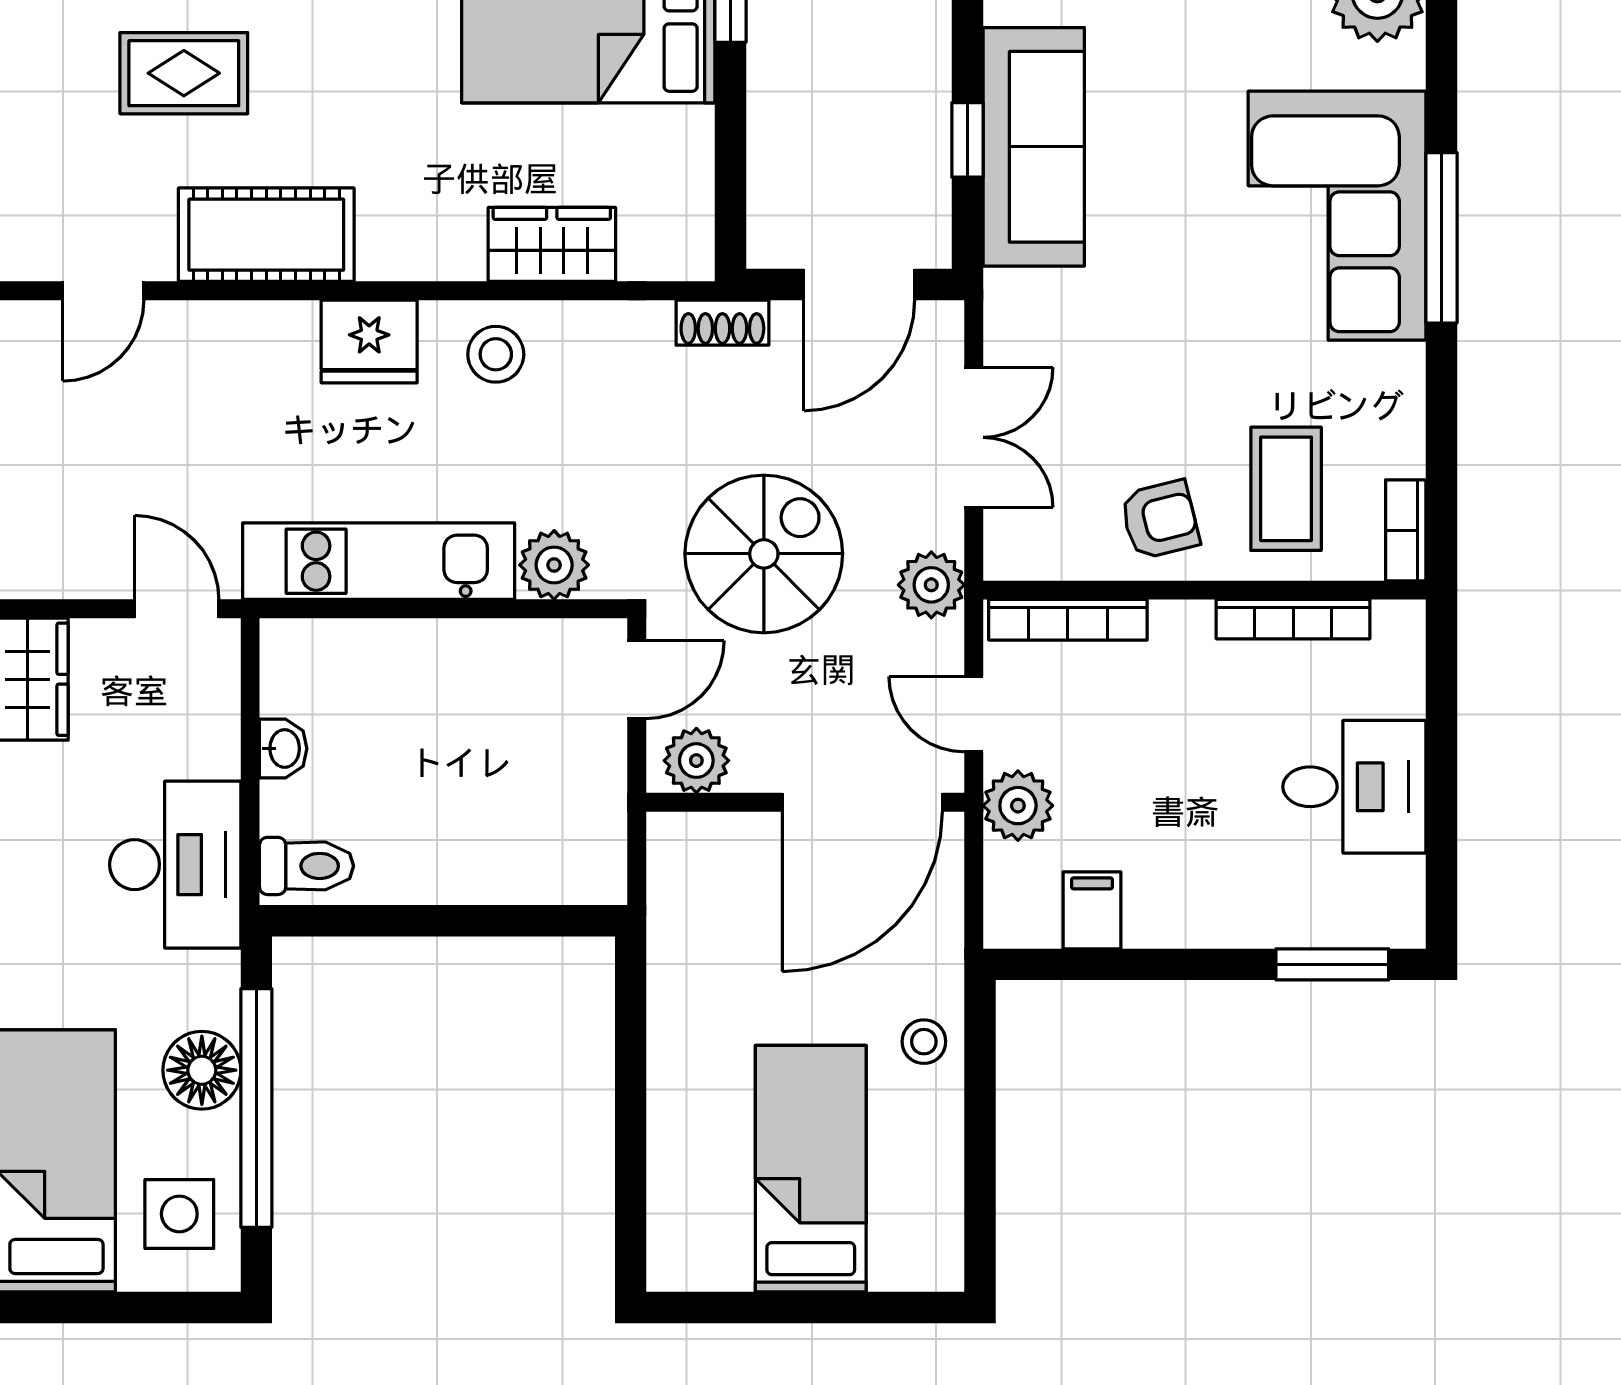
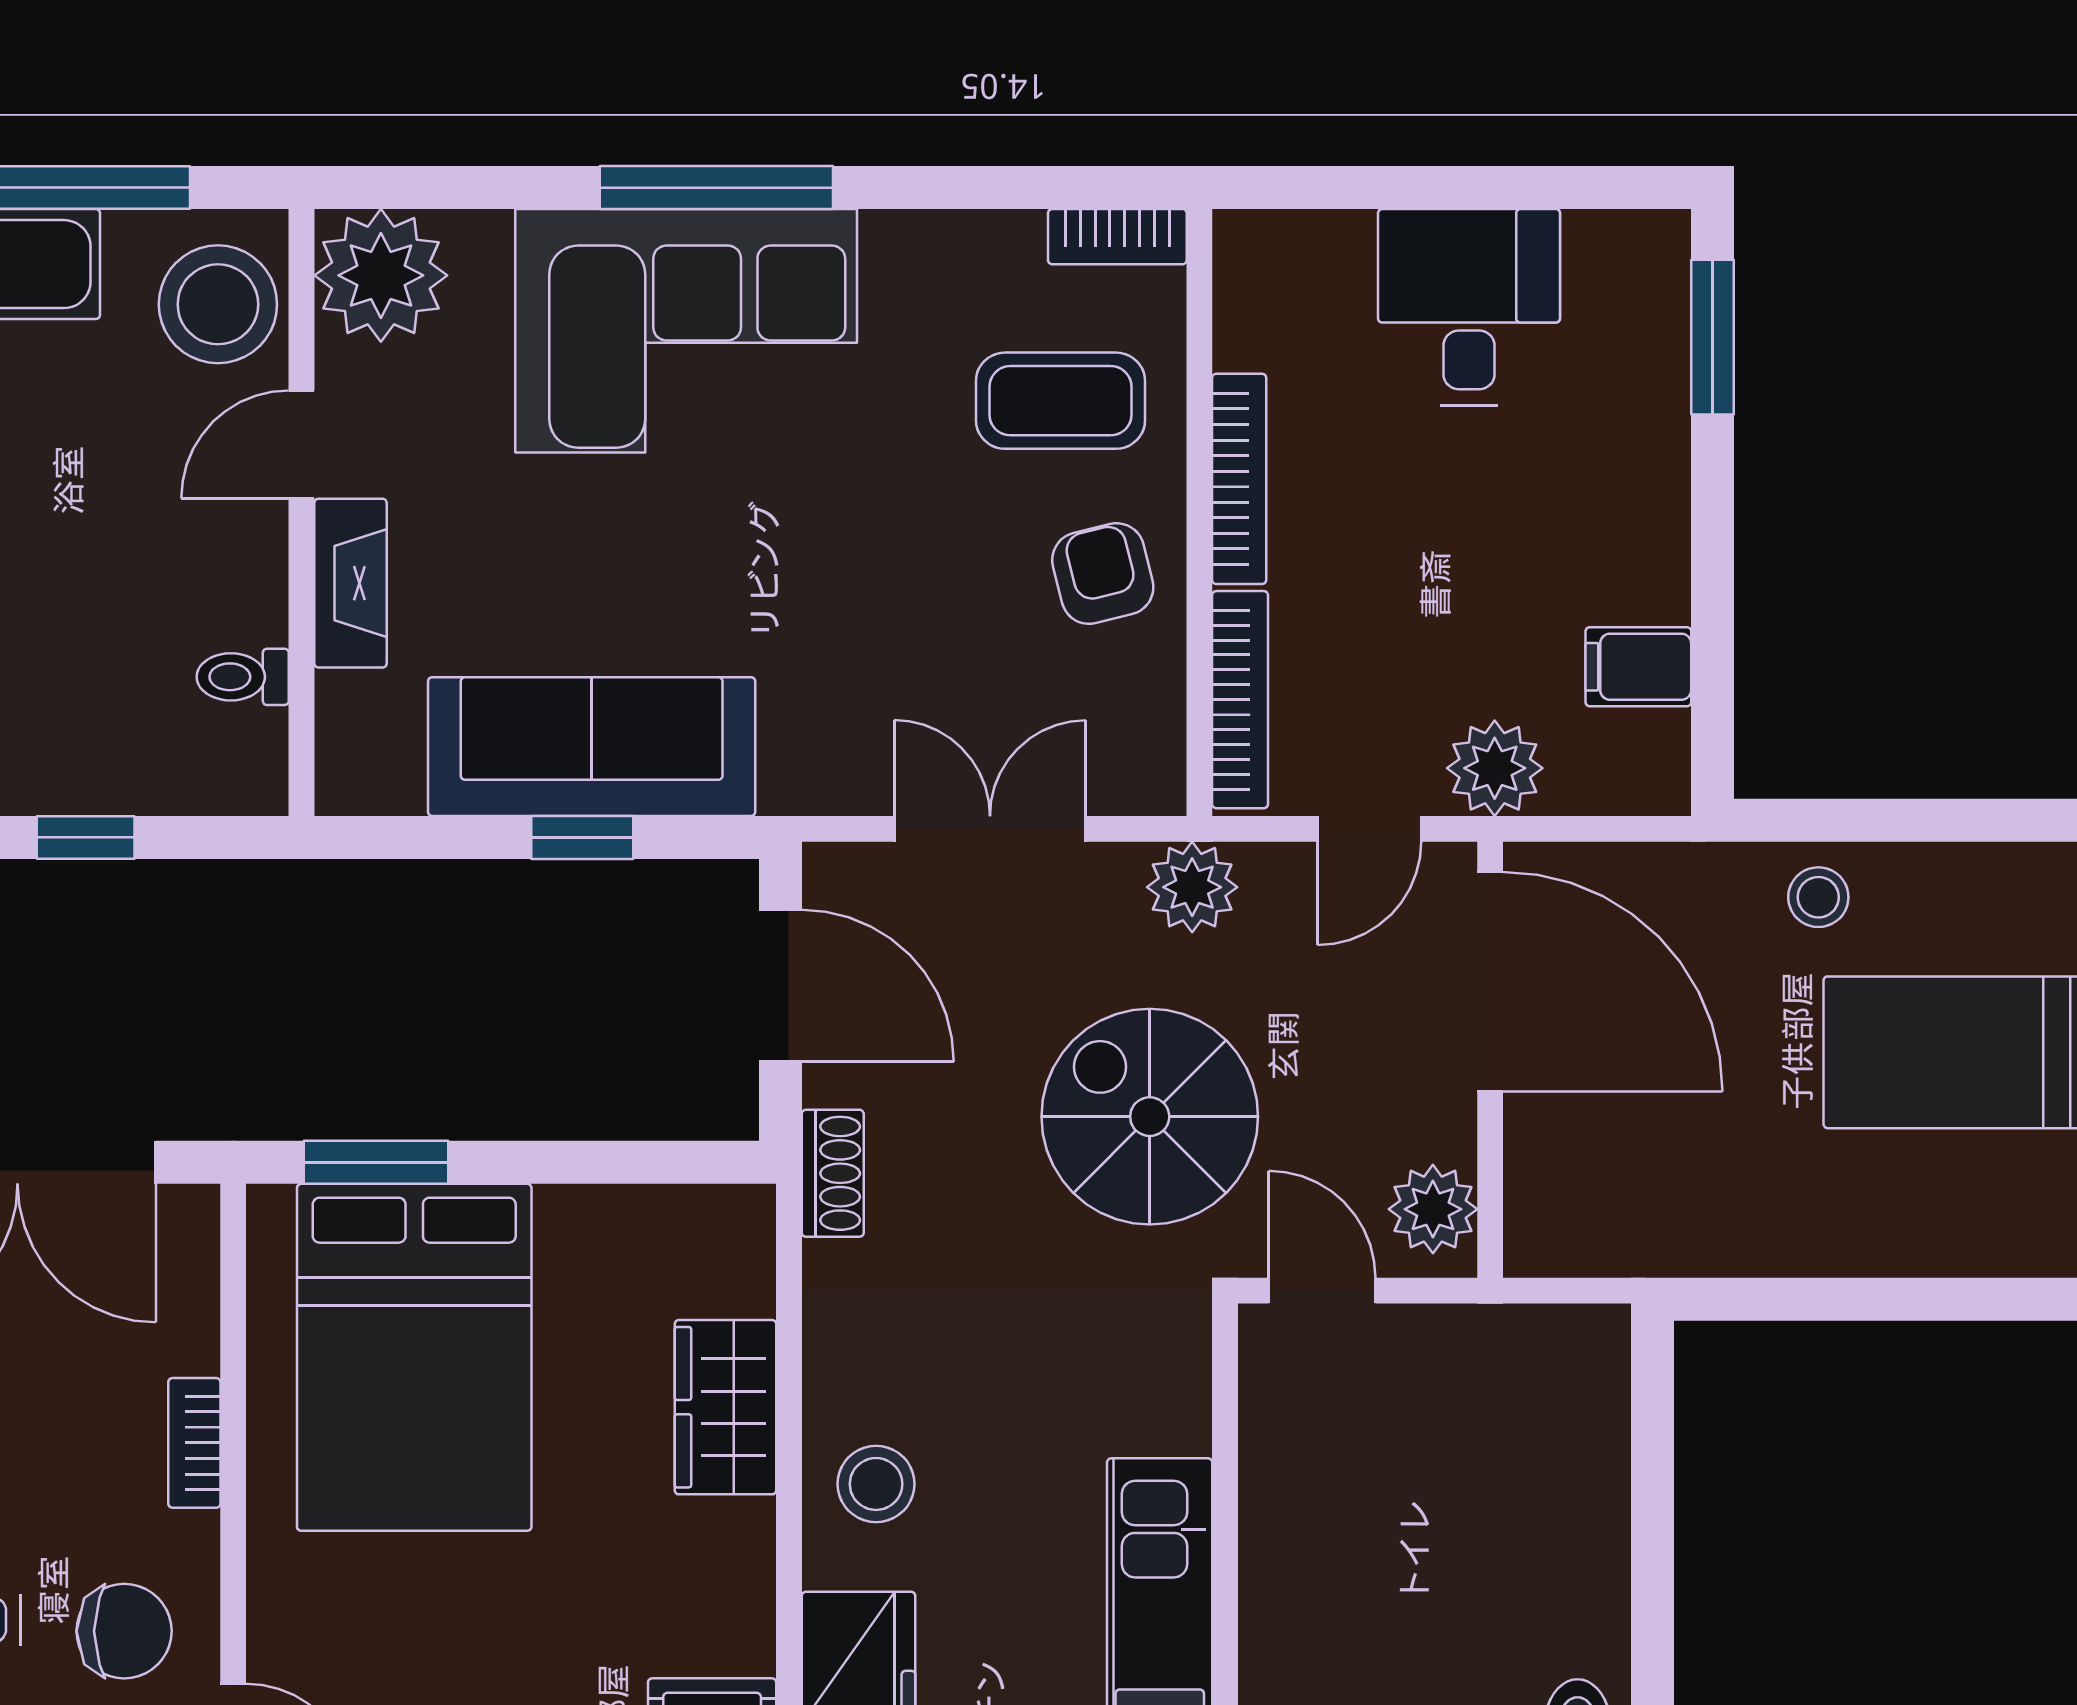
plant: (554, 565) -> (1165, 1404), removed
bookcase: (1293, 619) -> (1239, 479), moved

